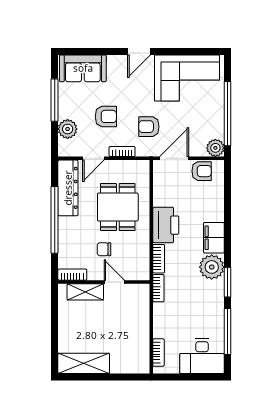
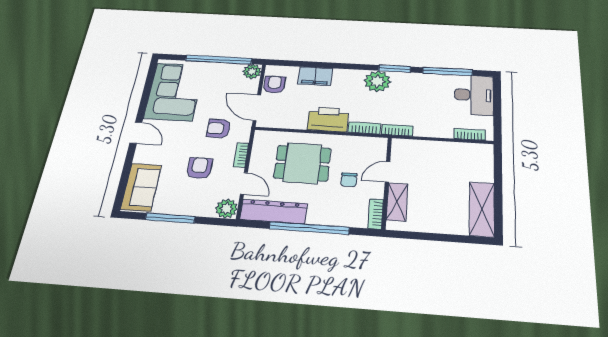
armchair: (149, 127) -> (219, 128), turned 90
plant: (68, 129) -> (226, 209), moved
filing cabinet: (214, 238) -> (315, 76), moved

